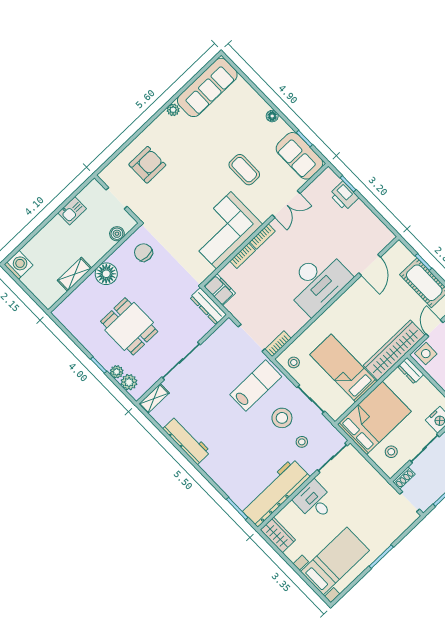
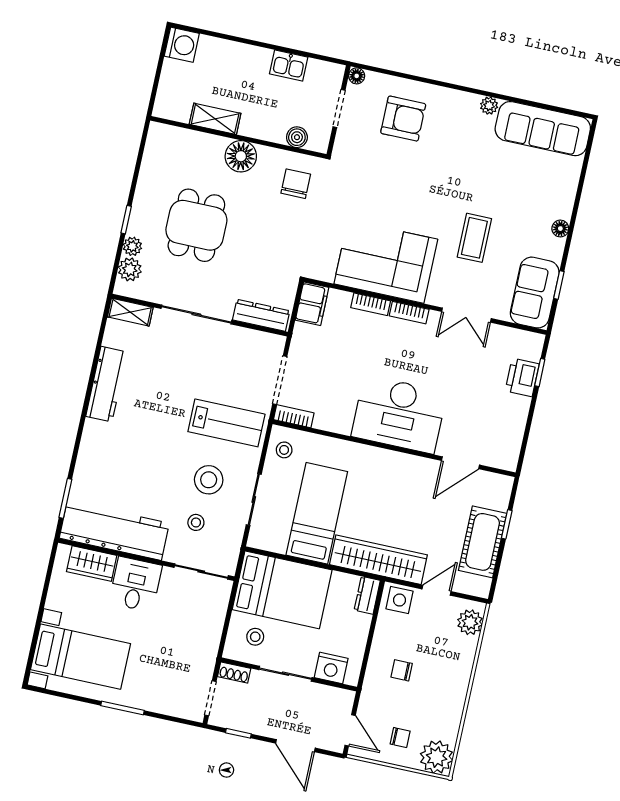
floor lamp: (104, 175) -> (357, 76), added
dresser: (208, 306) -> (261, 315), moved, turned 90
wardrobe: (278, 535) -> (92, 564), moved, turned 90

